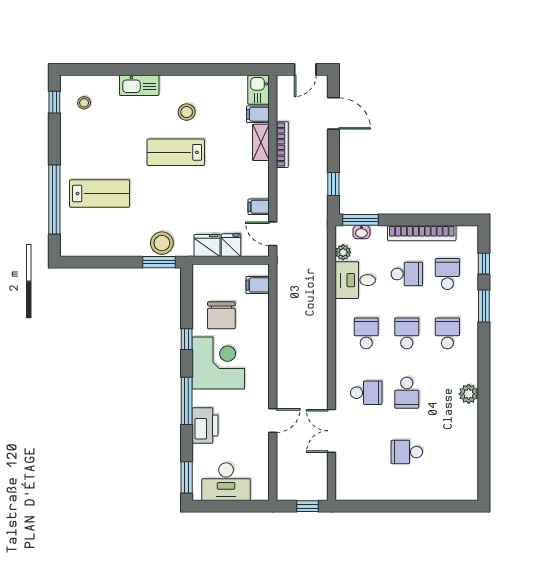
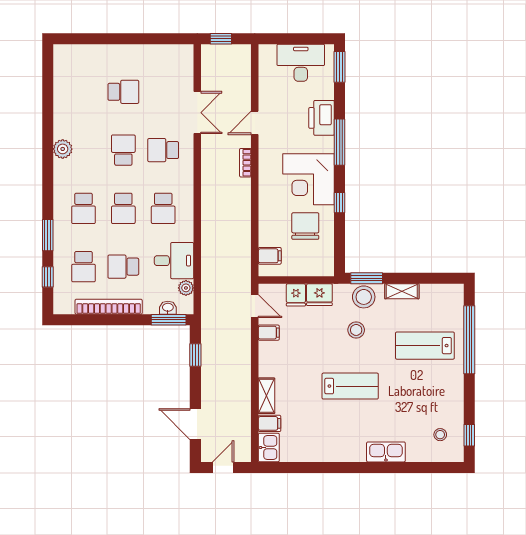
stool: (187, 112) -> (356, 330), moved
bookcase: (282, 145) -> (245, 163), moved, width x0.64
shelving: (123, 249) -> (402, 291), added

